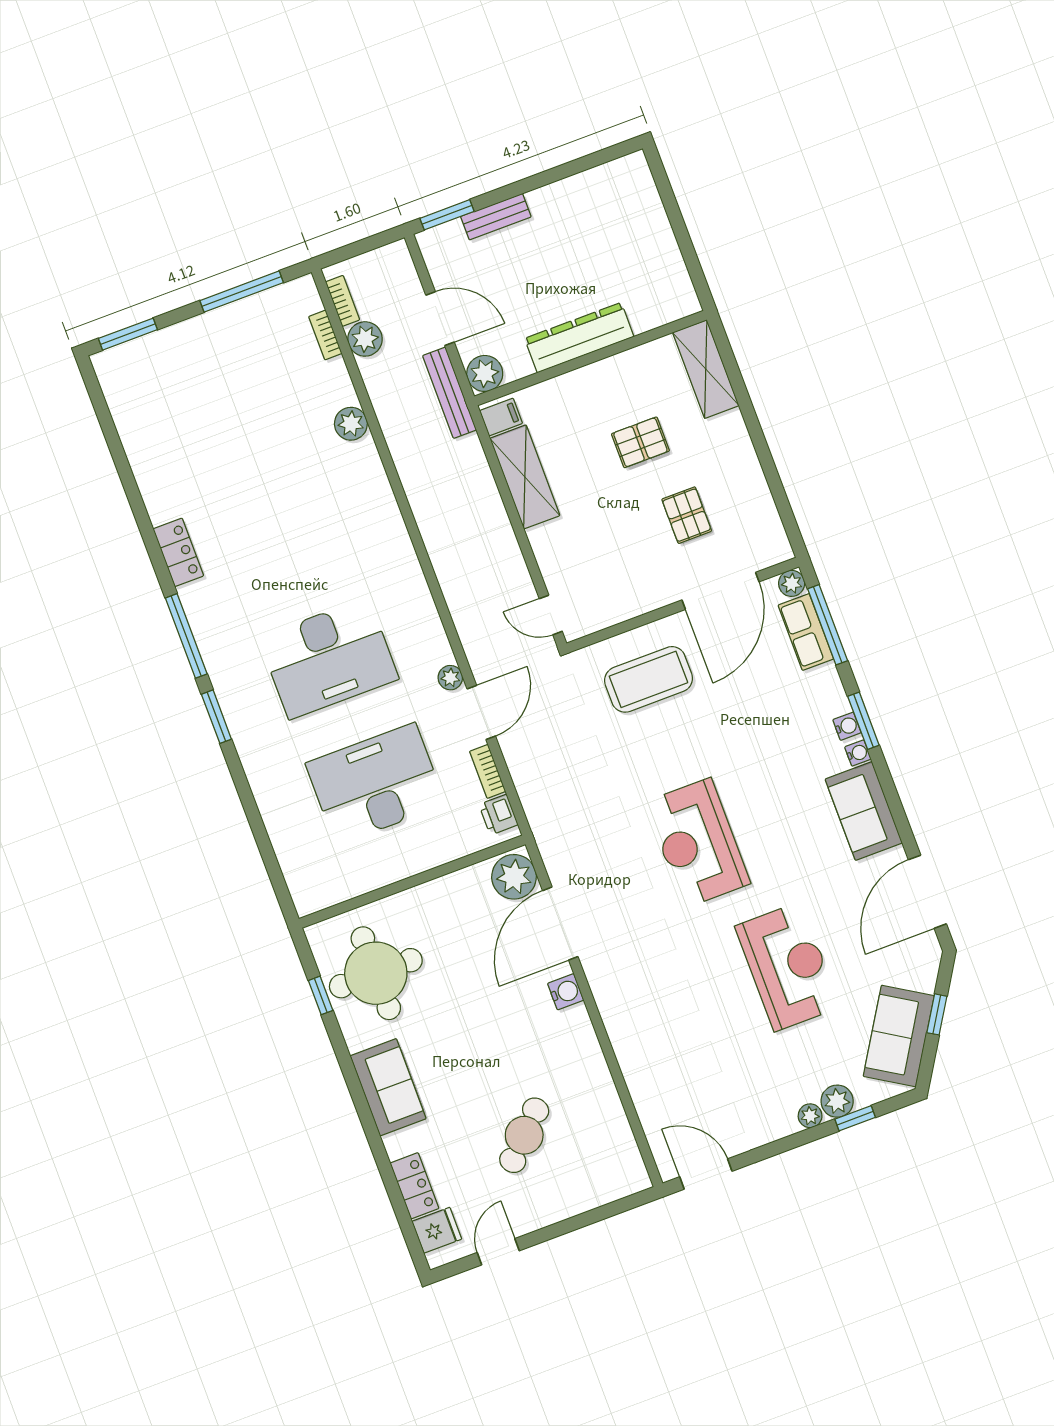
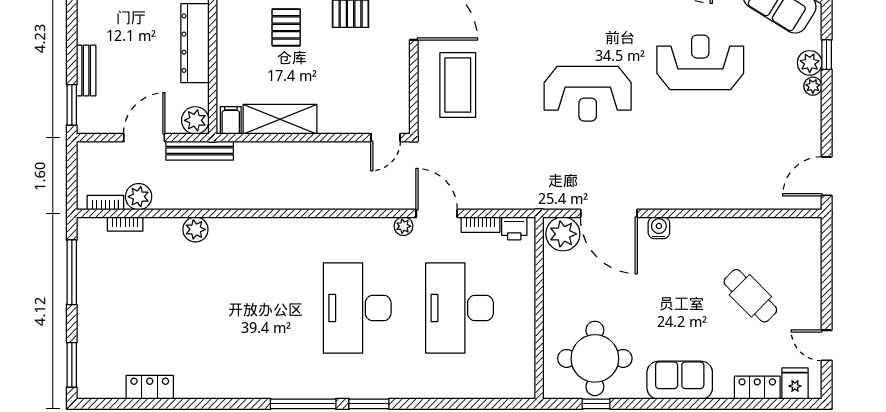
locker: (178, 552) -> (150, 387), moved
desk: (329, 658) -> (357, 308), turned 180

